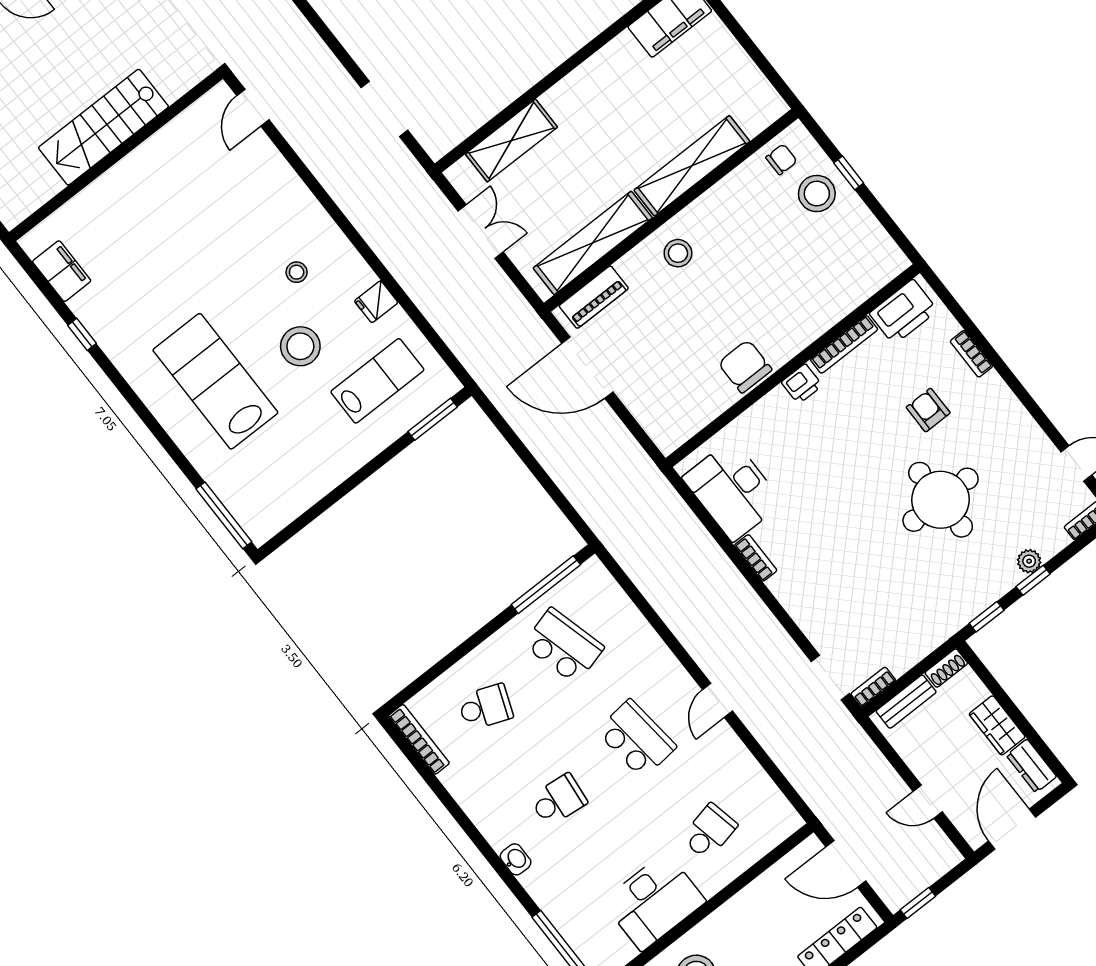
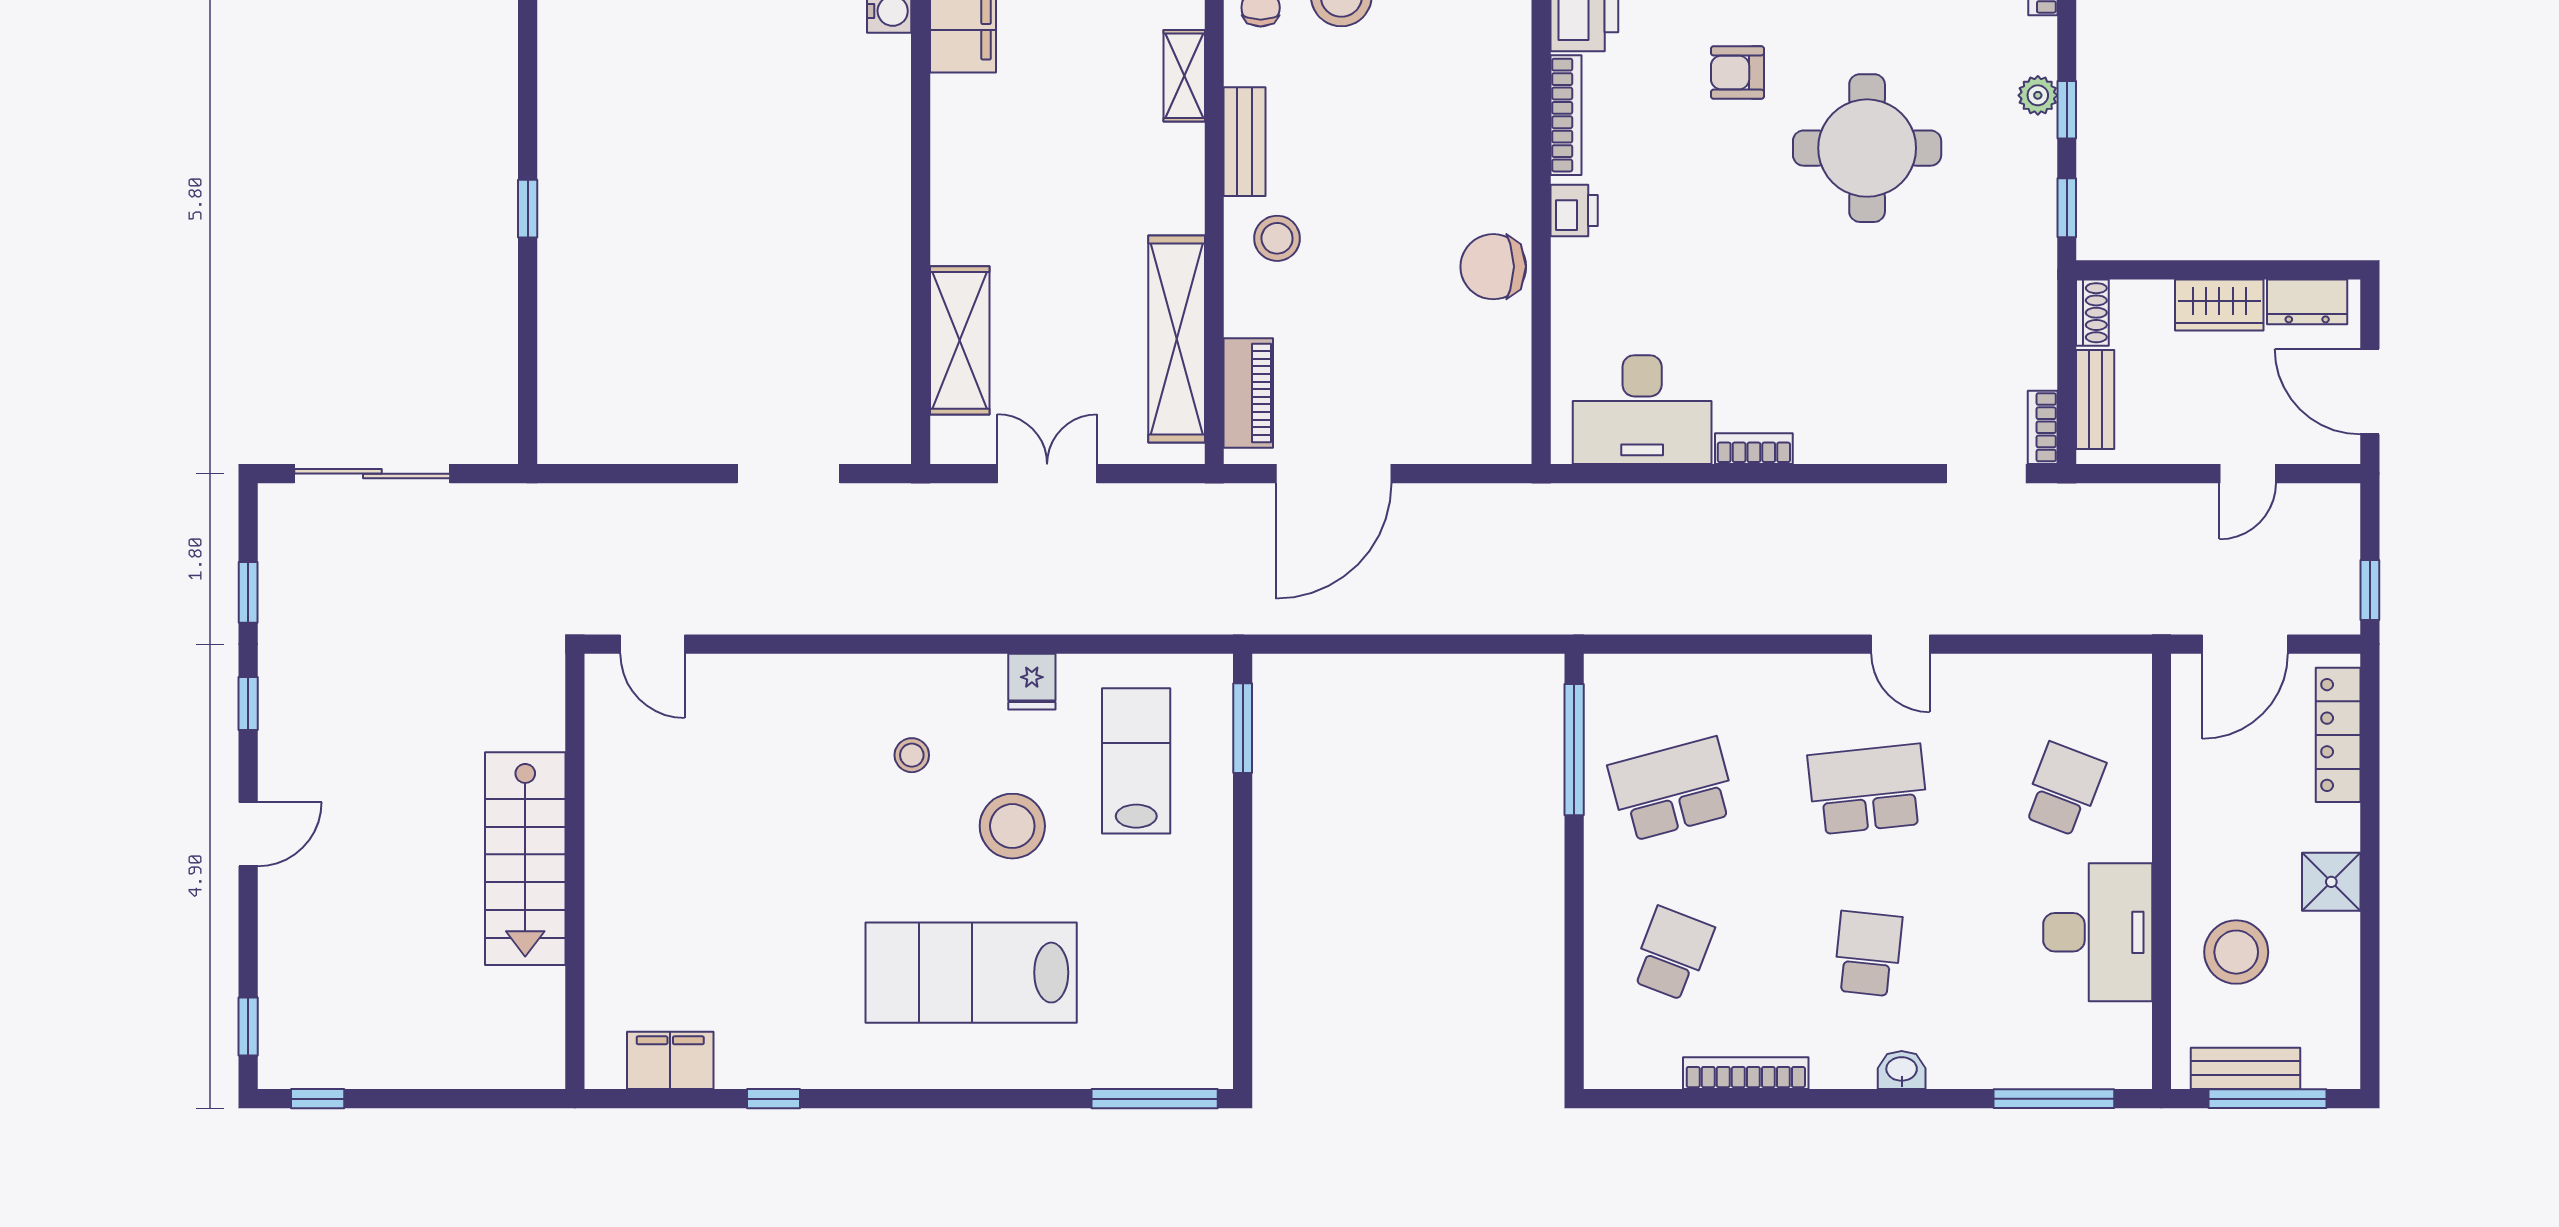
shelving: (692, 166) -> (1184, 76), width x0.45, depth x0.75
bench: (712, 202) -> (1245, 142), added
bookcase: (419, 739) -> (1746, 1073), moved
school desk: (709, 832) -> (2064, 789), turned 33

